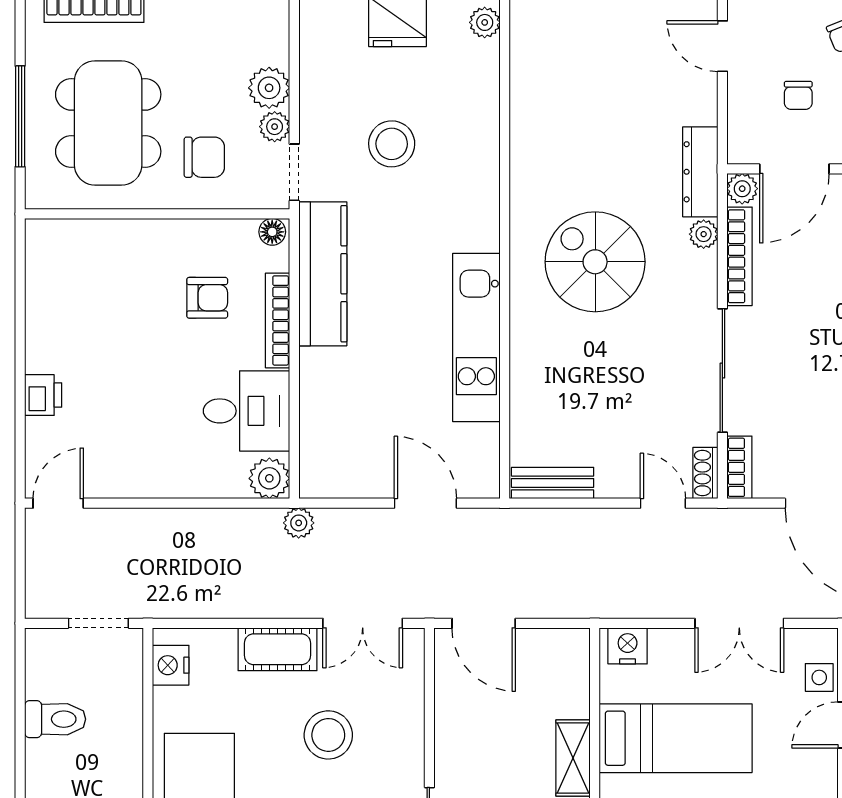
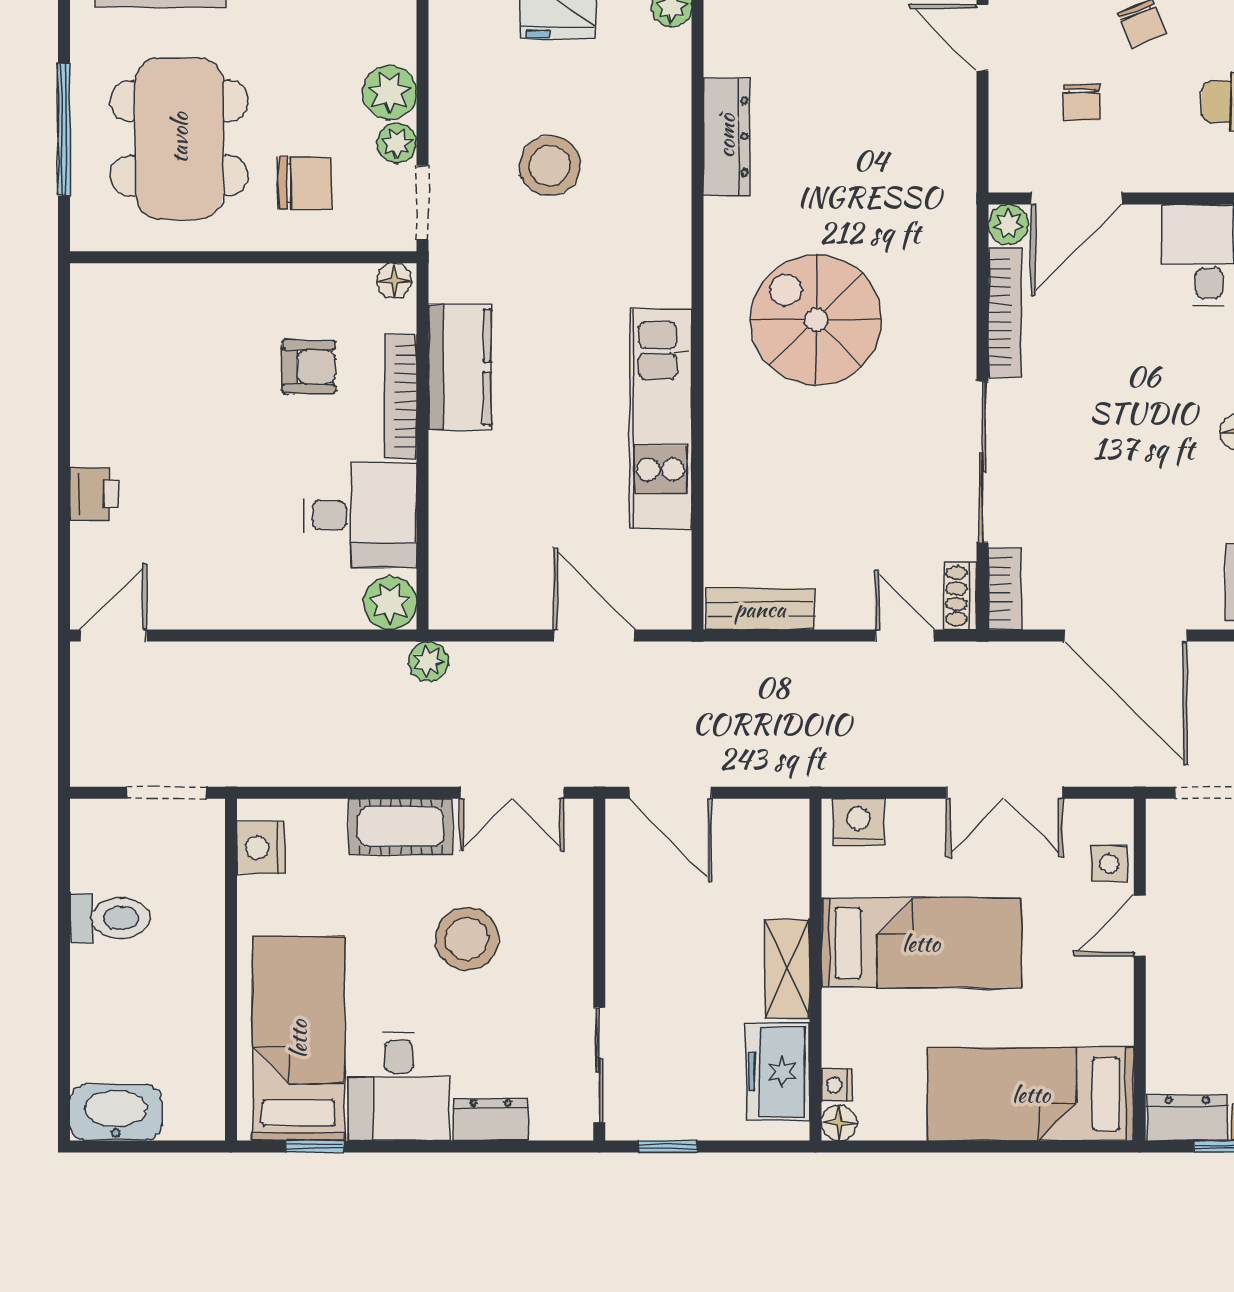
dresser: (700, 172) -> (726, 136), moved, turned 180
plant: (704, 234) -> (958, 284), removed
kitchen counter: (323, 274) -> (460, 367), width x0.67

